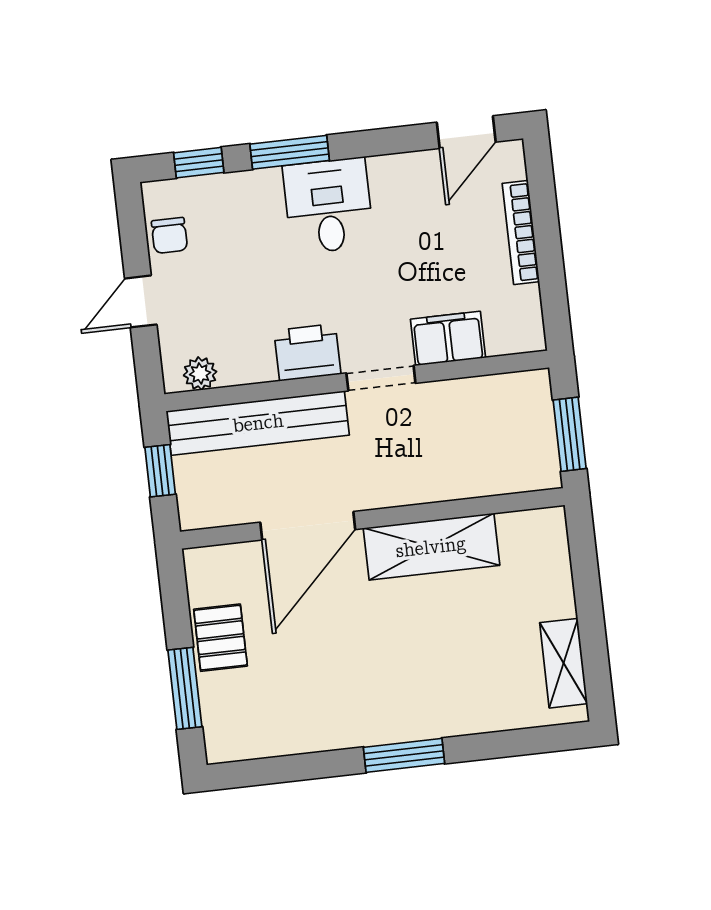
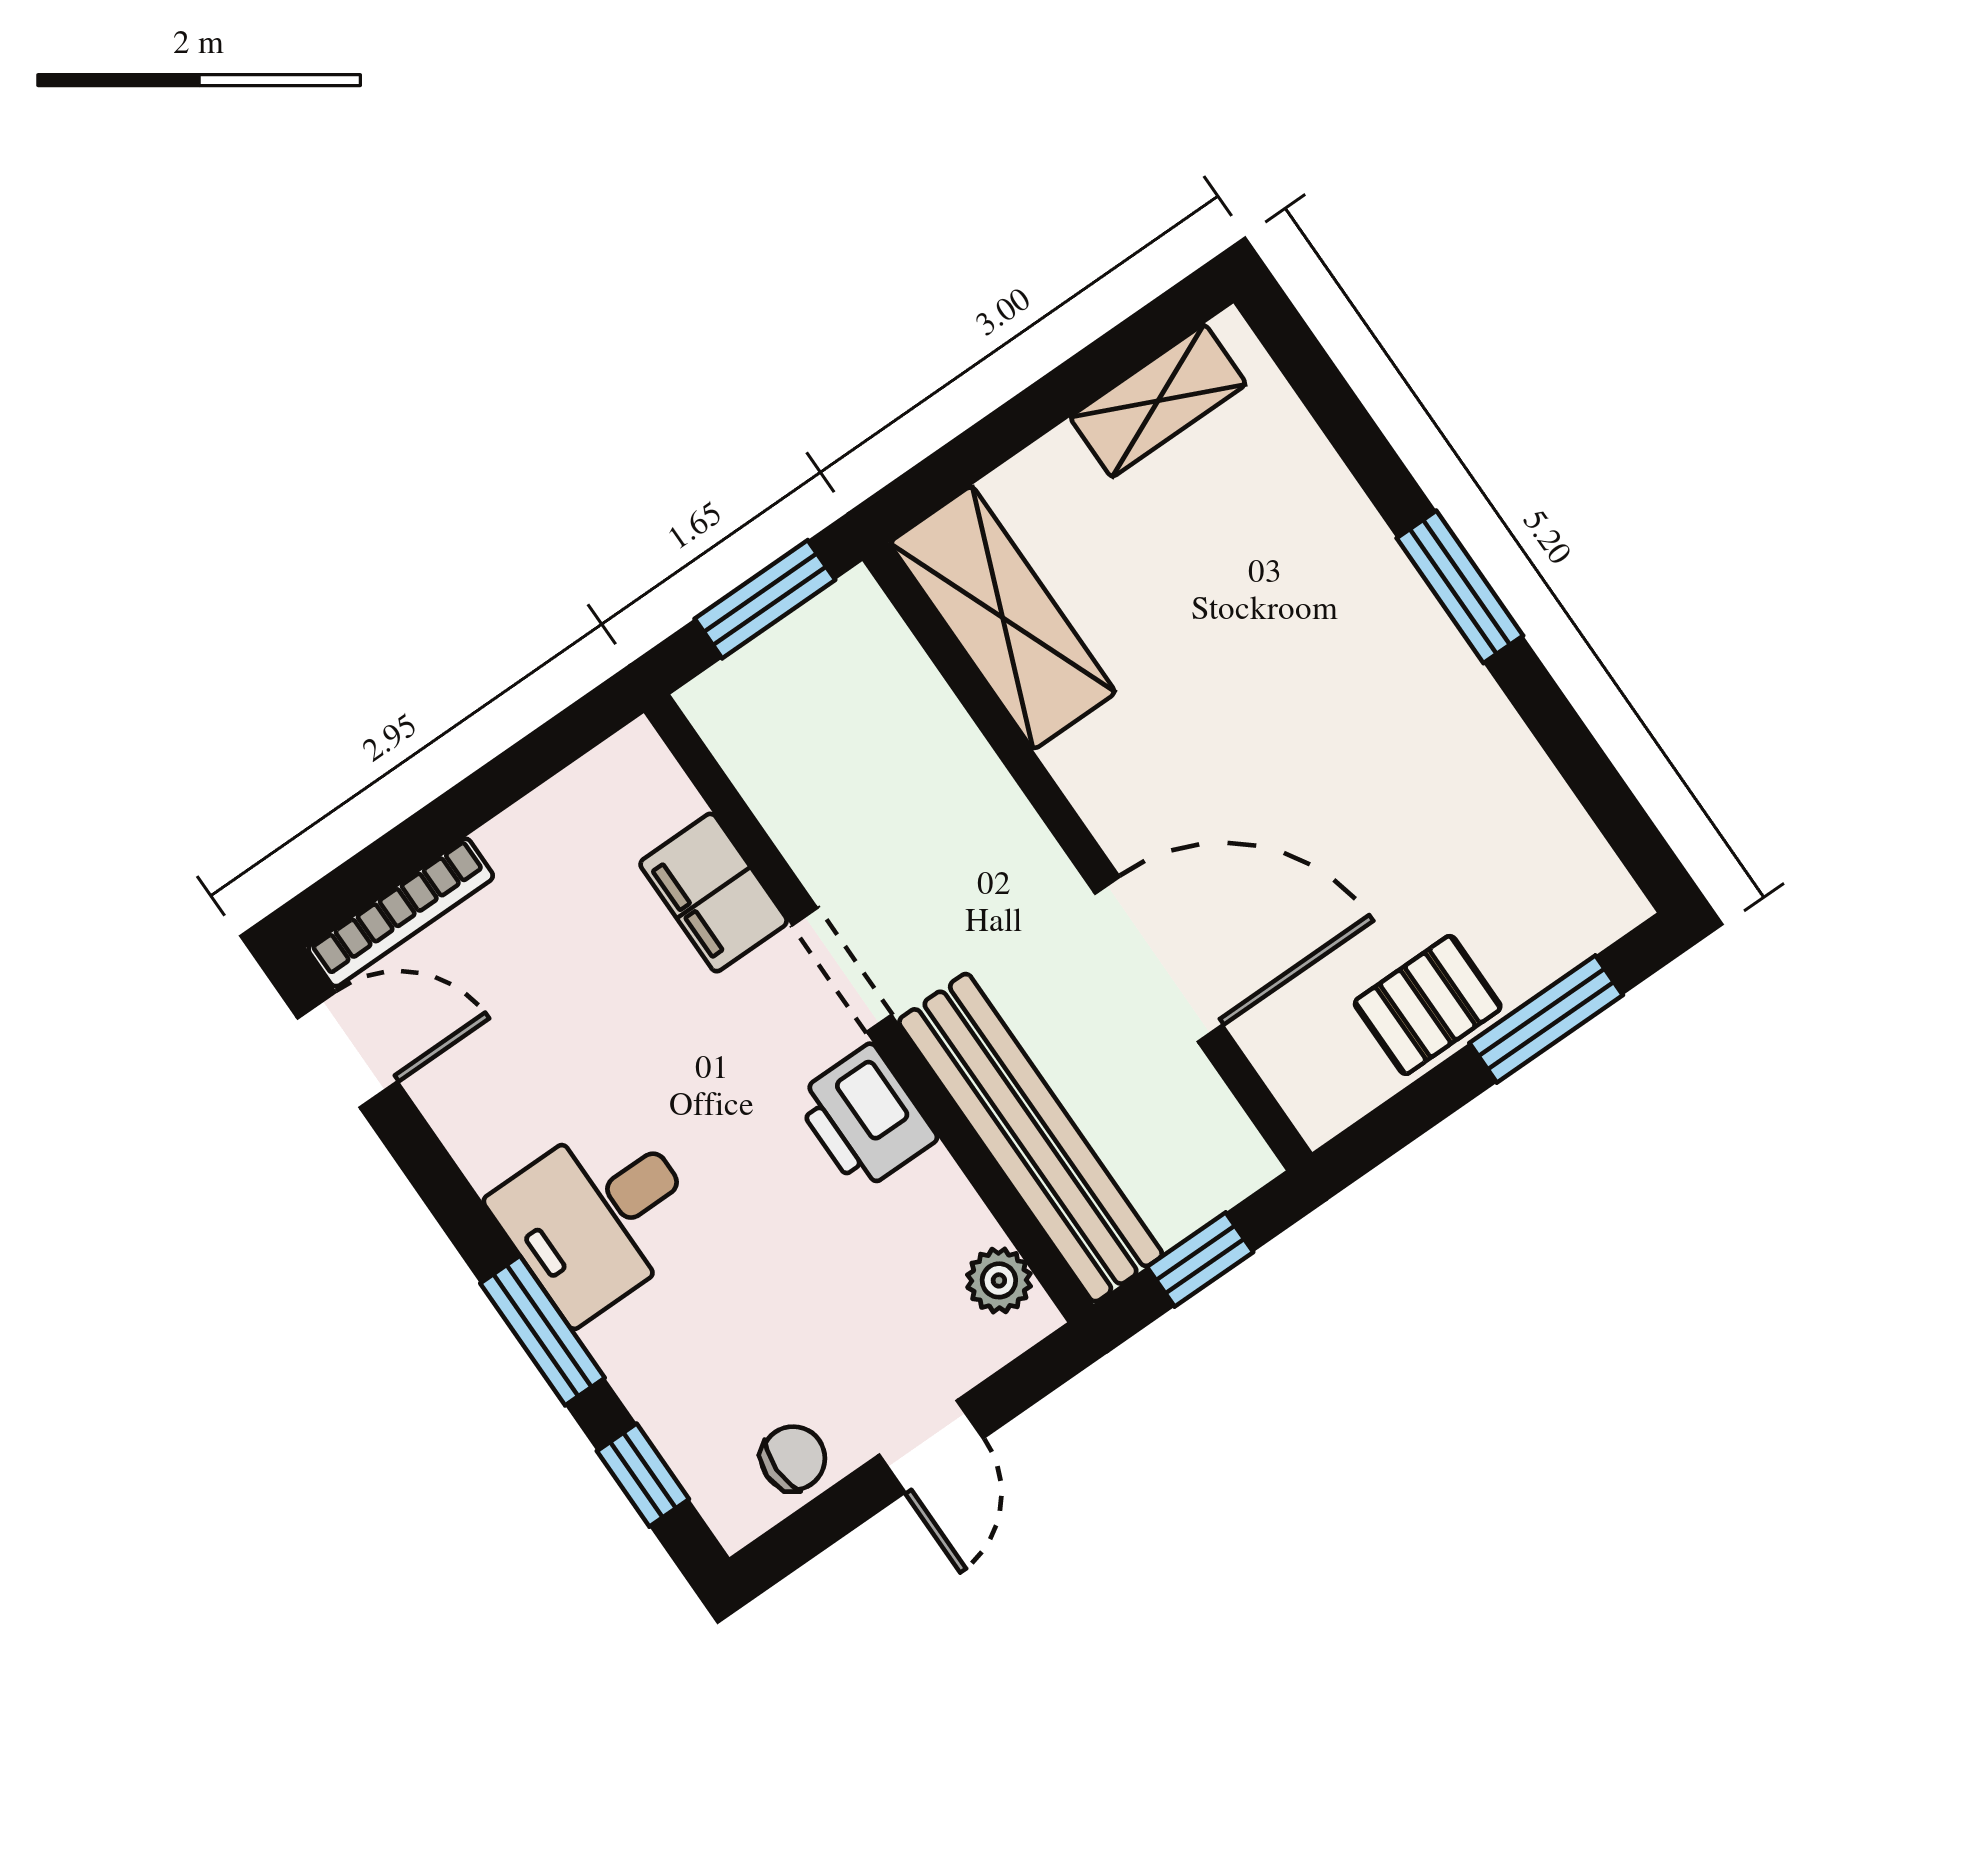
bookcase: (521, 232) -> (401, 912), moved
door: (141, 301) -> (931, 1447), hinge flipped
shelving: (431, 547) -> (1003, 618), moved

